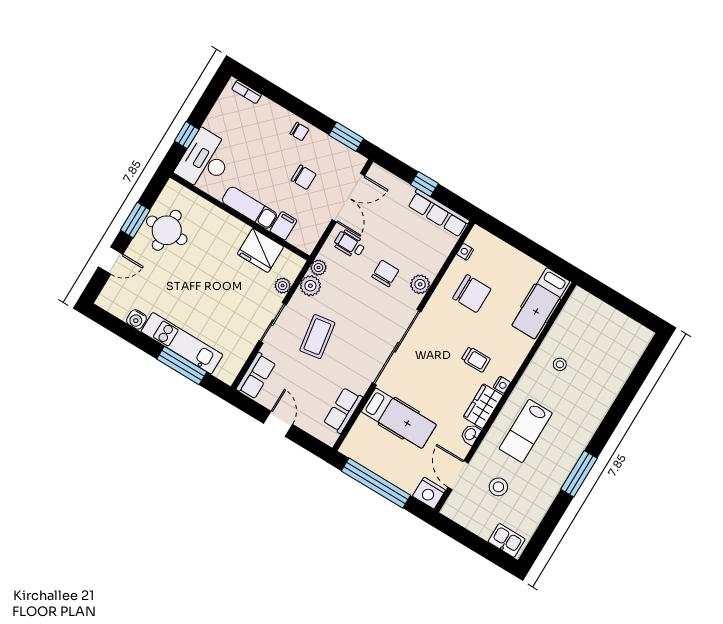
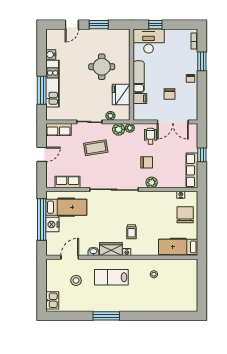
window: (346, 137) -> (202, 61), moved
round table: (167, 230) -> (102, 67), moved
door: (111, 261) -> (72, 25), hinge flipped
chair: (472, 294) -> (185, 215), moved, turned 180
hospital bed: (399, 418) -> (66, 207), moved, turned -90
nightstand: (429, 493) -> (52, 225), moved

